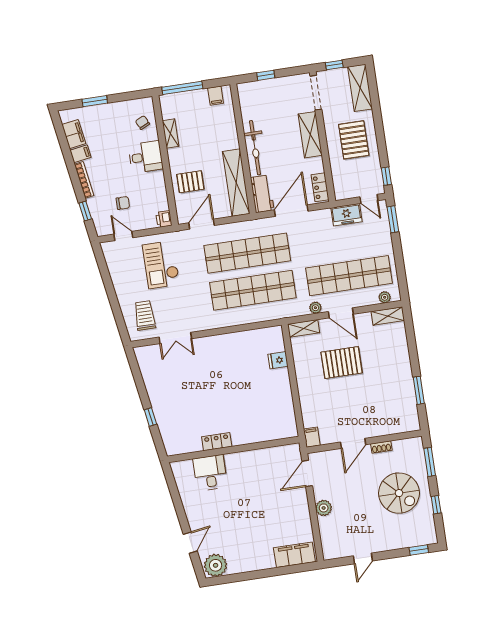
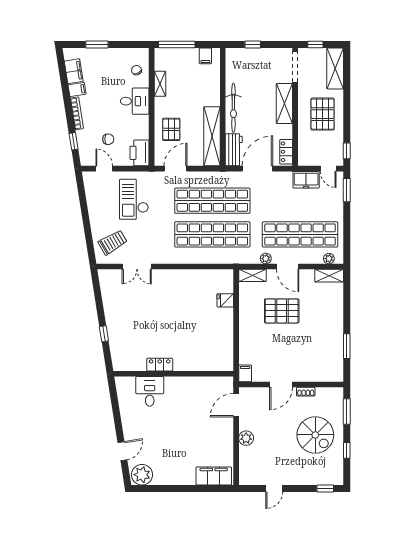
pallet: (190, 182) -> (171, 129), turned 90
printer: (164, 219) -> (140, 153), width x1.87, depth x1.48
trolley: (145, 315) -> (113, 242), turned 60

